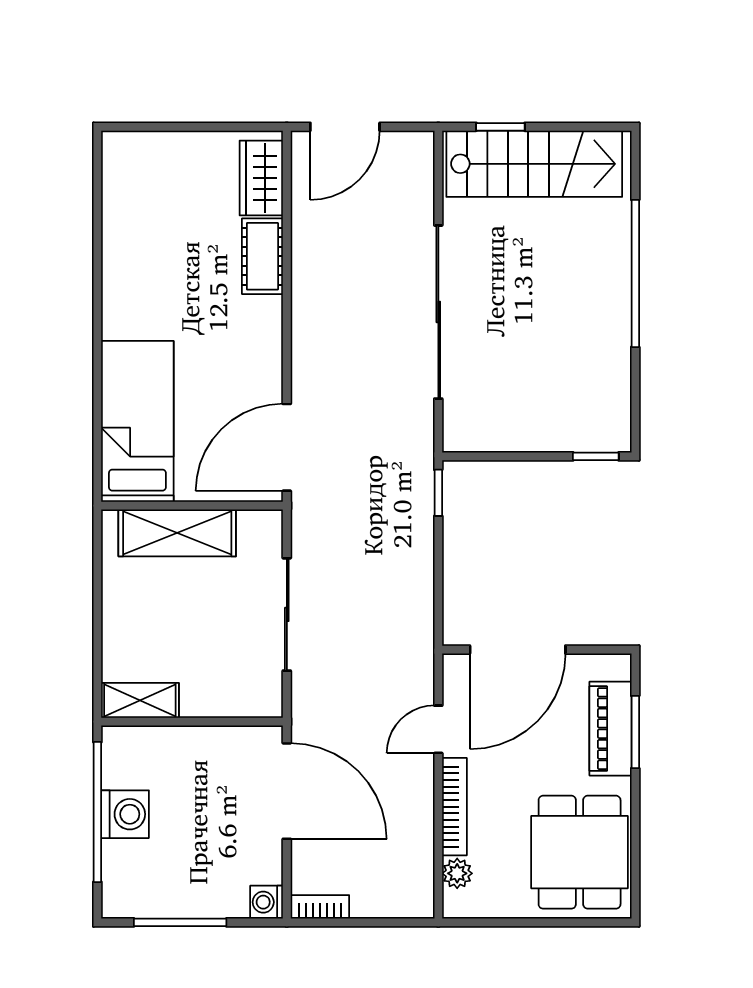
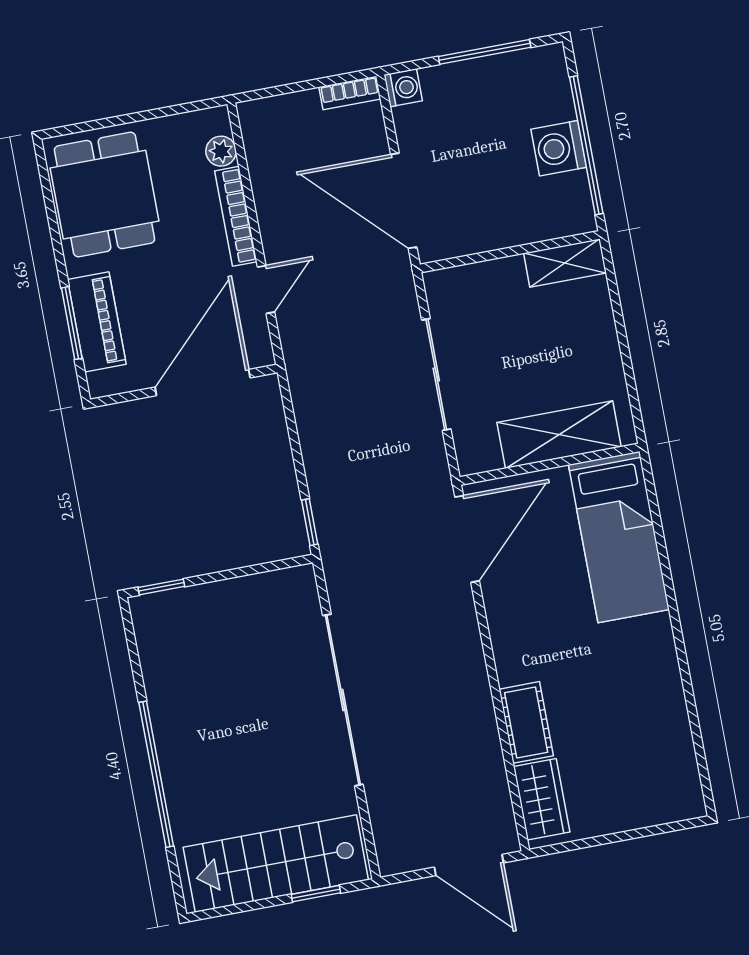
door: (345, 127) -> (469, 865), swing flipped

